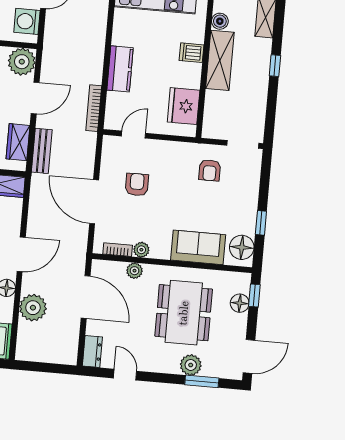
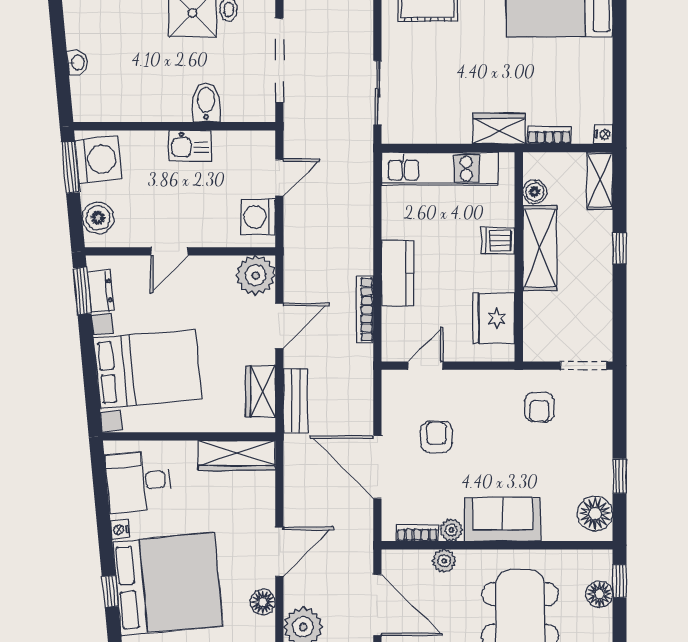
bookcase: (94, 108) -> (365, 310), moved
sofa: (198, 247) -> (503, 519), moved

